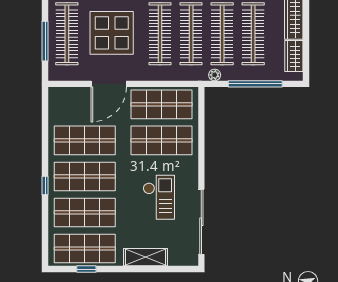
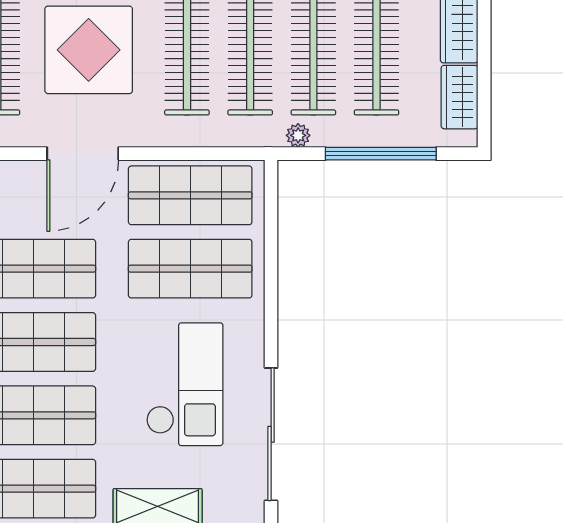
checkout: (159, 197) -> (185, 384), width x1.36, depth x1.21

